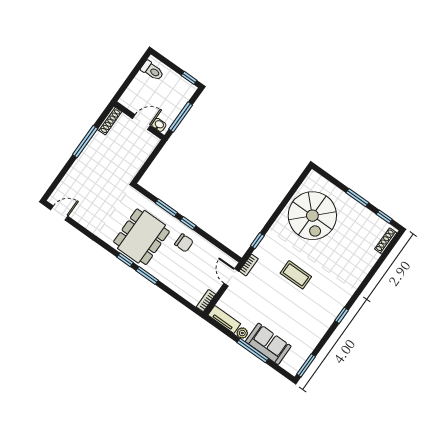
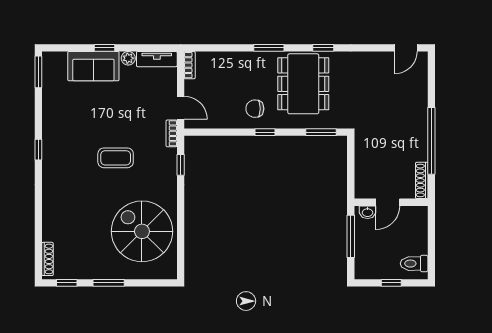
window: (189, 78) -> (391, 283), moved
window: (85, 142) -> (431, 141), width x1.46
window: (166, 208) -> (321, 132), moved
window: (125, 260) -> (323, 48), moved
window: (253, 351) -> (104, 48), width x0.46

